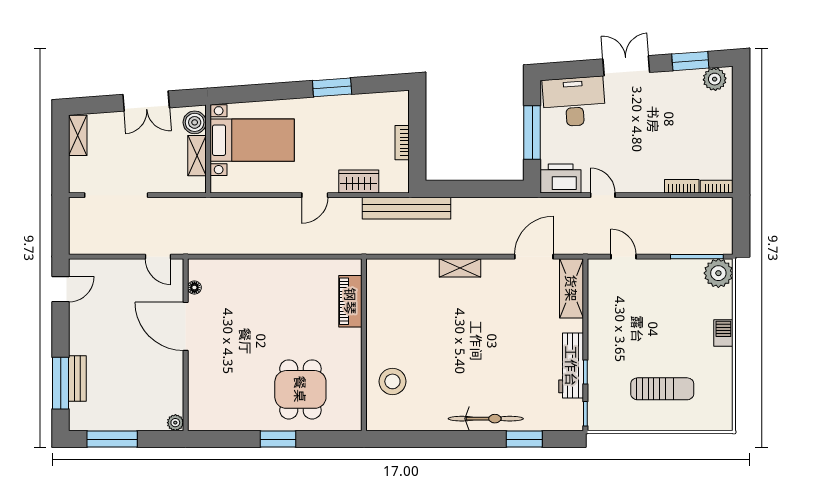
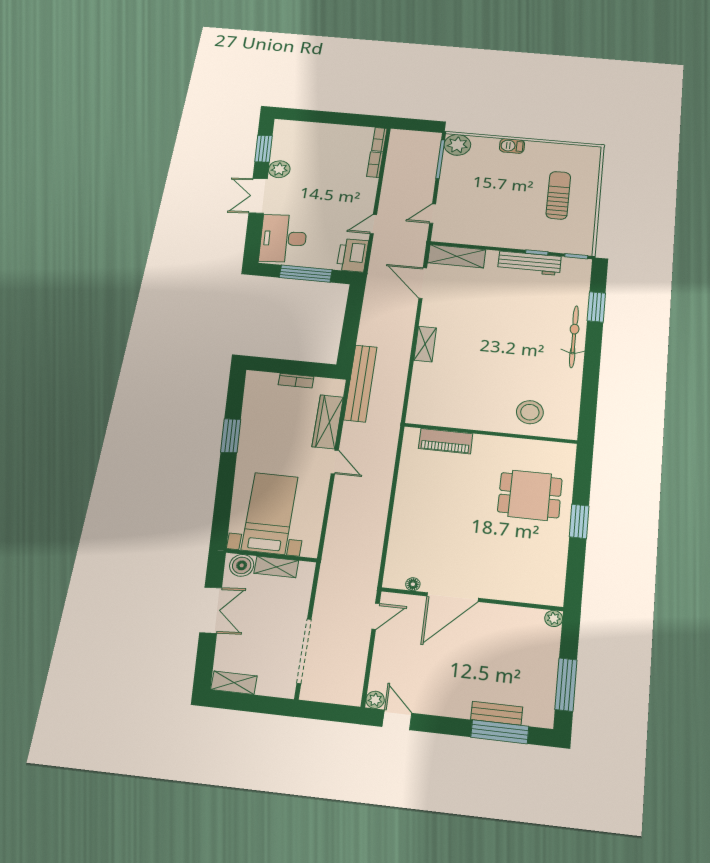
plant: (715, 79) -> (279, 169), moved
wardrobe: (359, 181) -> (328, 422), width x1.50
plant: (77, 267) -> (375, 700), added

